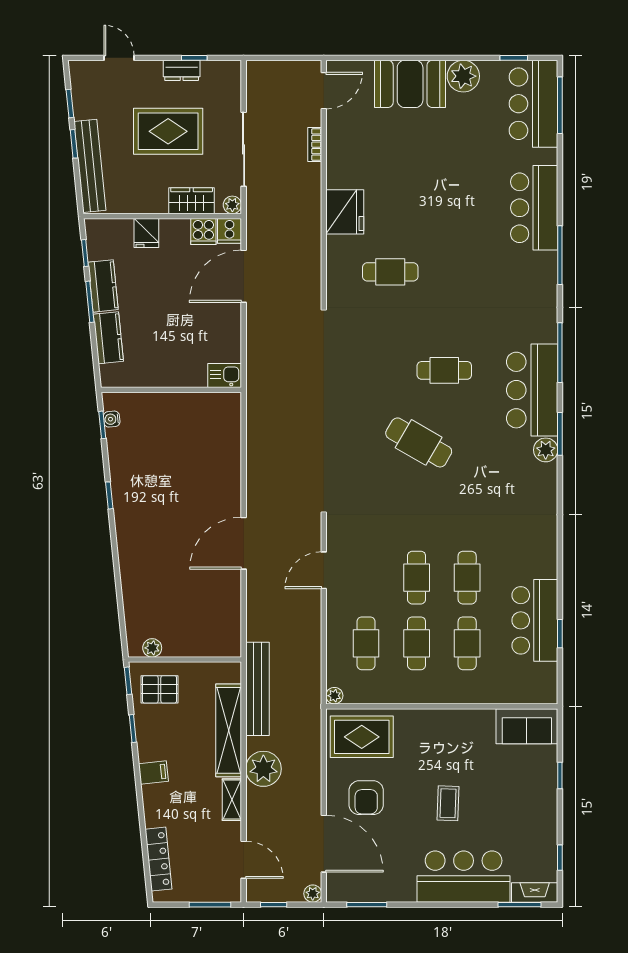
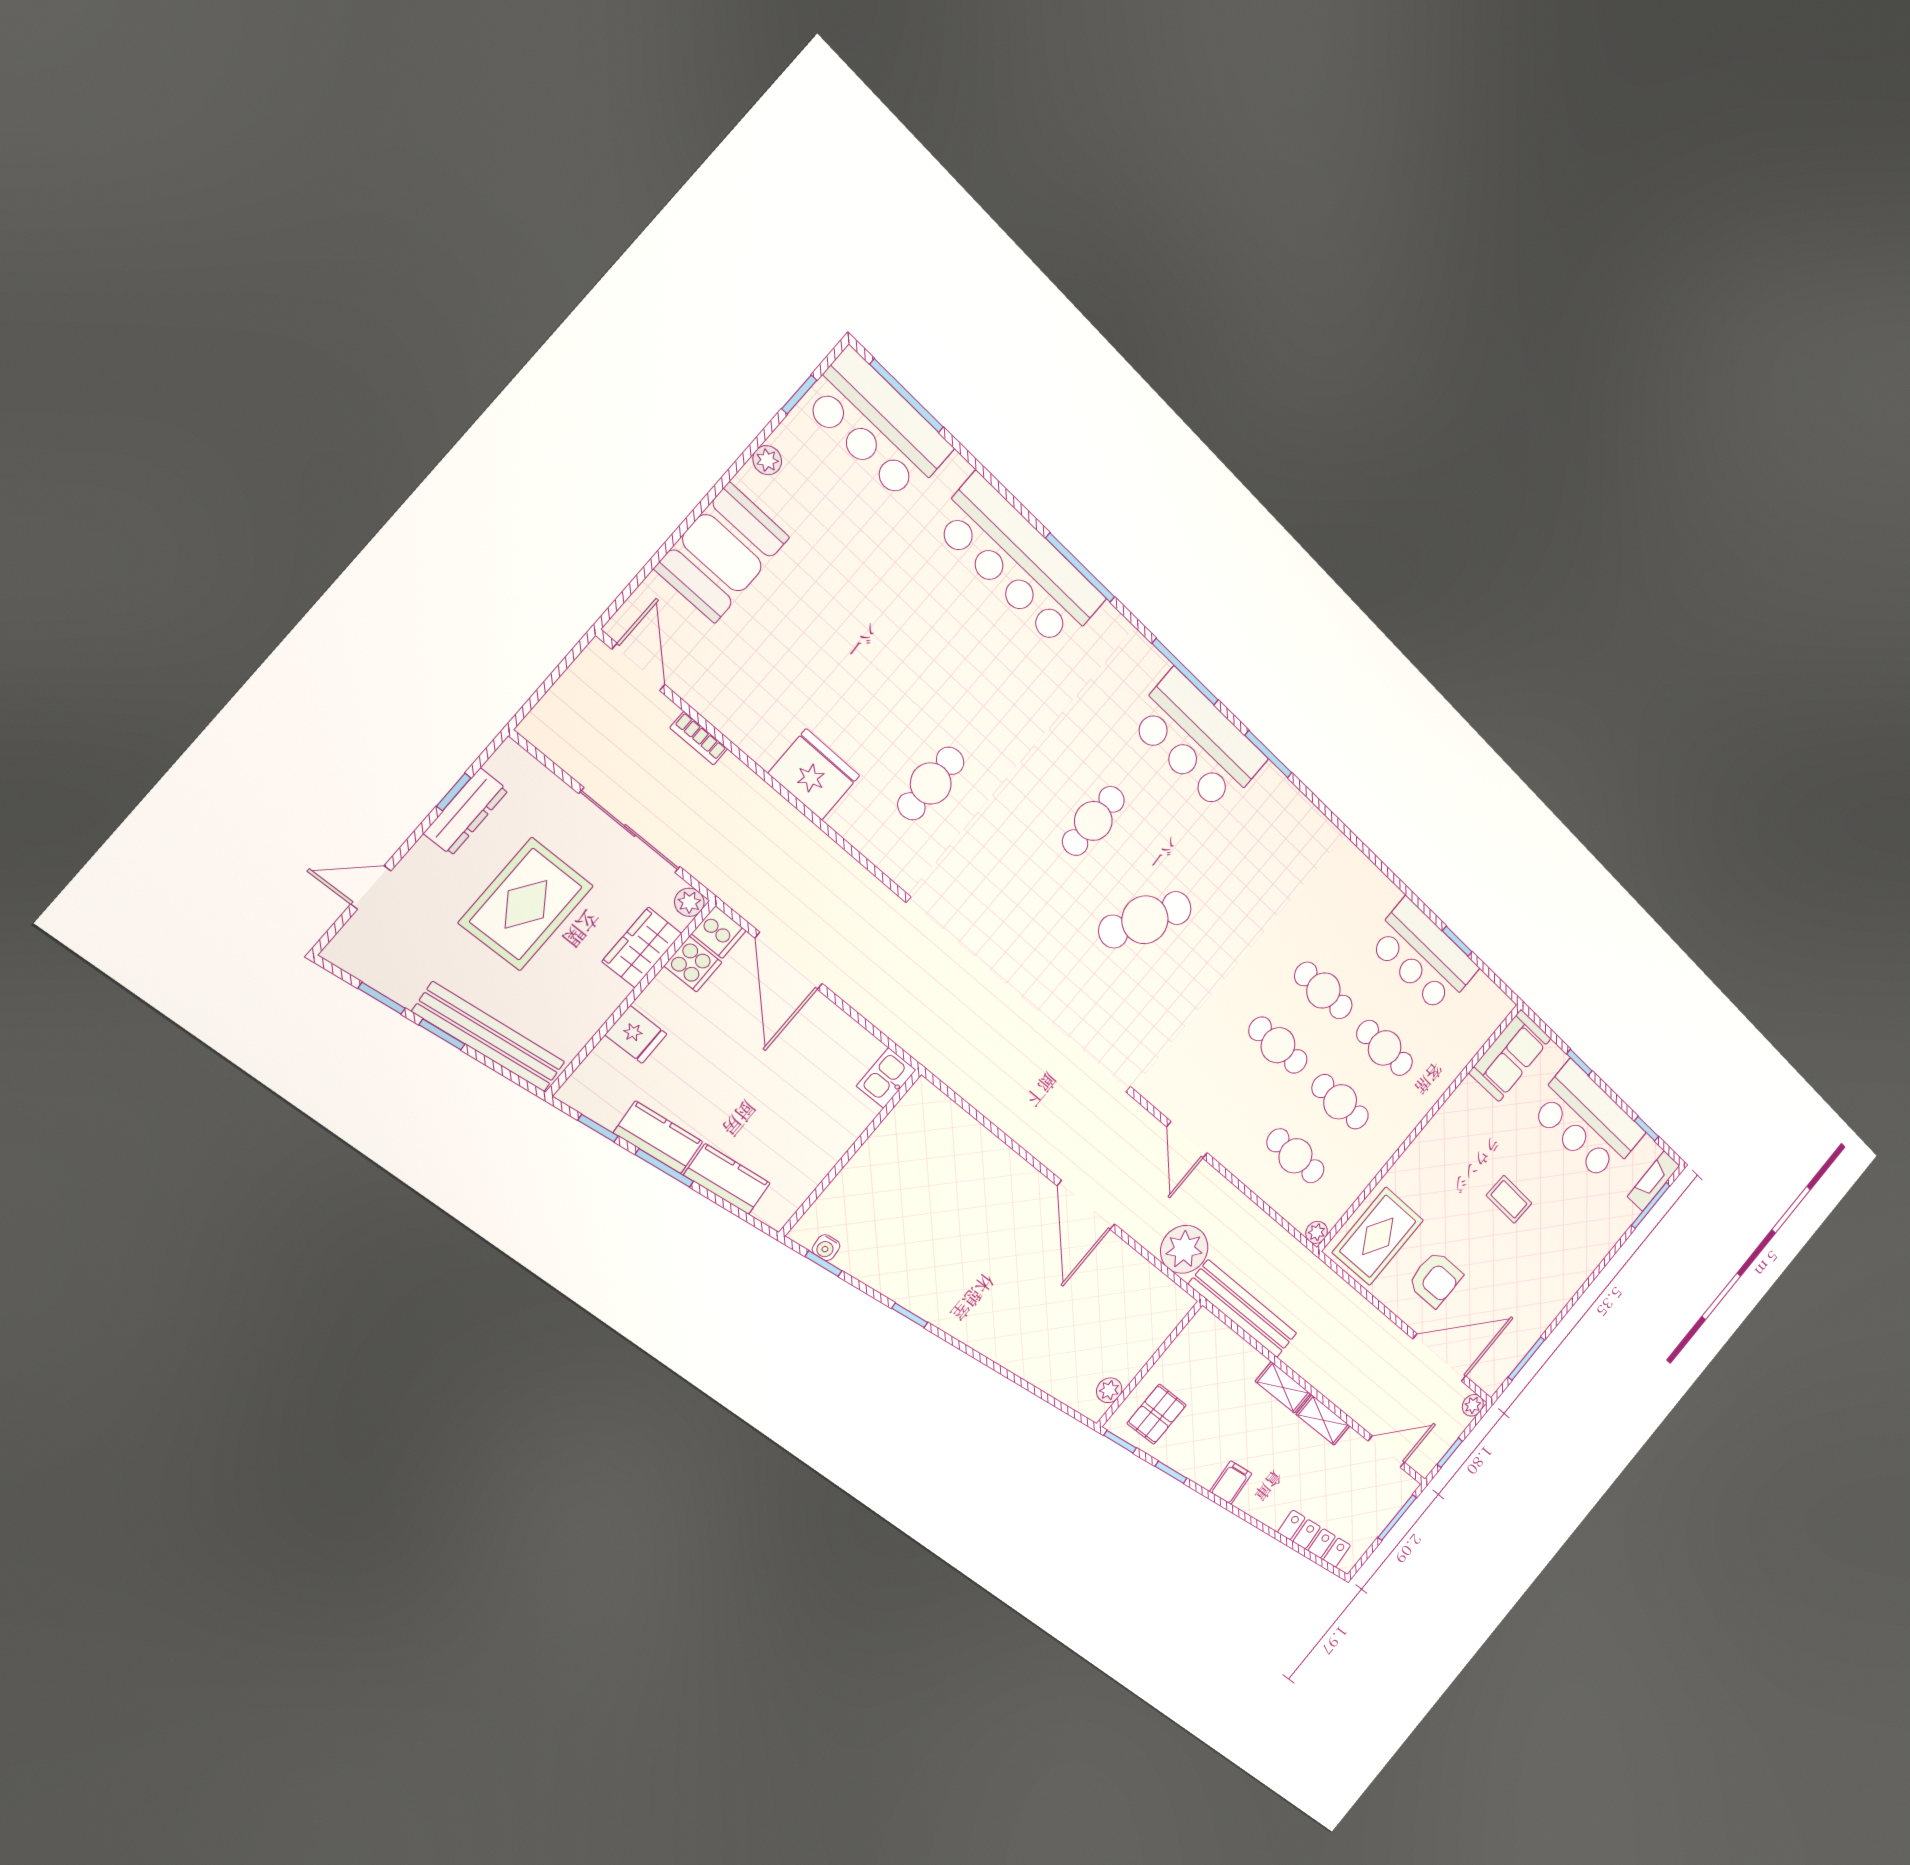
dresser: (182, 70) -> (466, 812), width x1.44
plant: (463, 76) -> (767, 460), width x0.53, depth x0.53
bar counter: (534, 208) -> (1019, 563), width x1.36
plant: (546, 450) -> (1271, 786), removed
shelving: (229, 730) -> (1283, 1387), width x0.45, depth x0.75
plant: (263, 769) -> (1184, 1249), moved
bar counter: (464, 877) -> (1587, 1122), moved, turned -90

